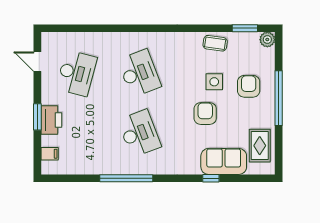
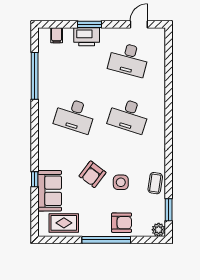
desk: (139, 73) -> (129, 115), turned 39
armchair: (249, 86) -> (122, 223), moved
armchair: (205, 114) -> (92, 174), turned 127
desk: (139, 133) -> (75, 115), turned 39
window: (126, 178) -> (35, 76), moved

